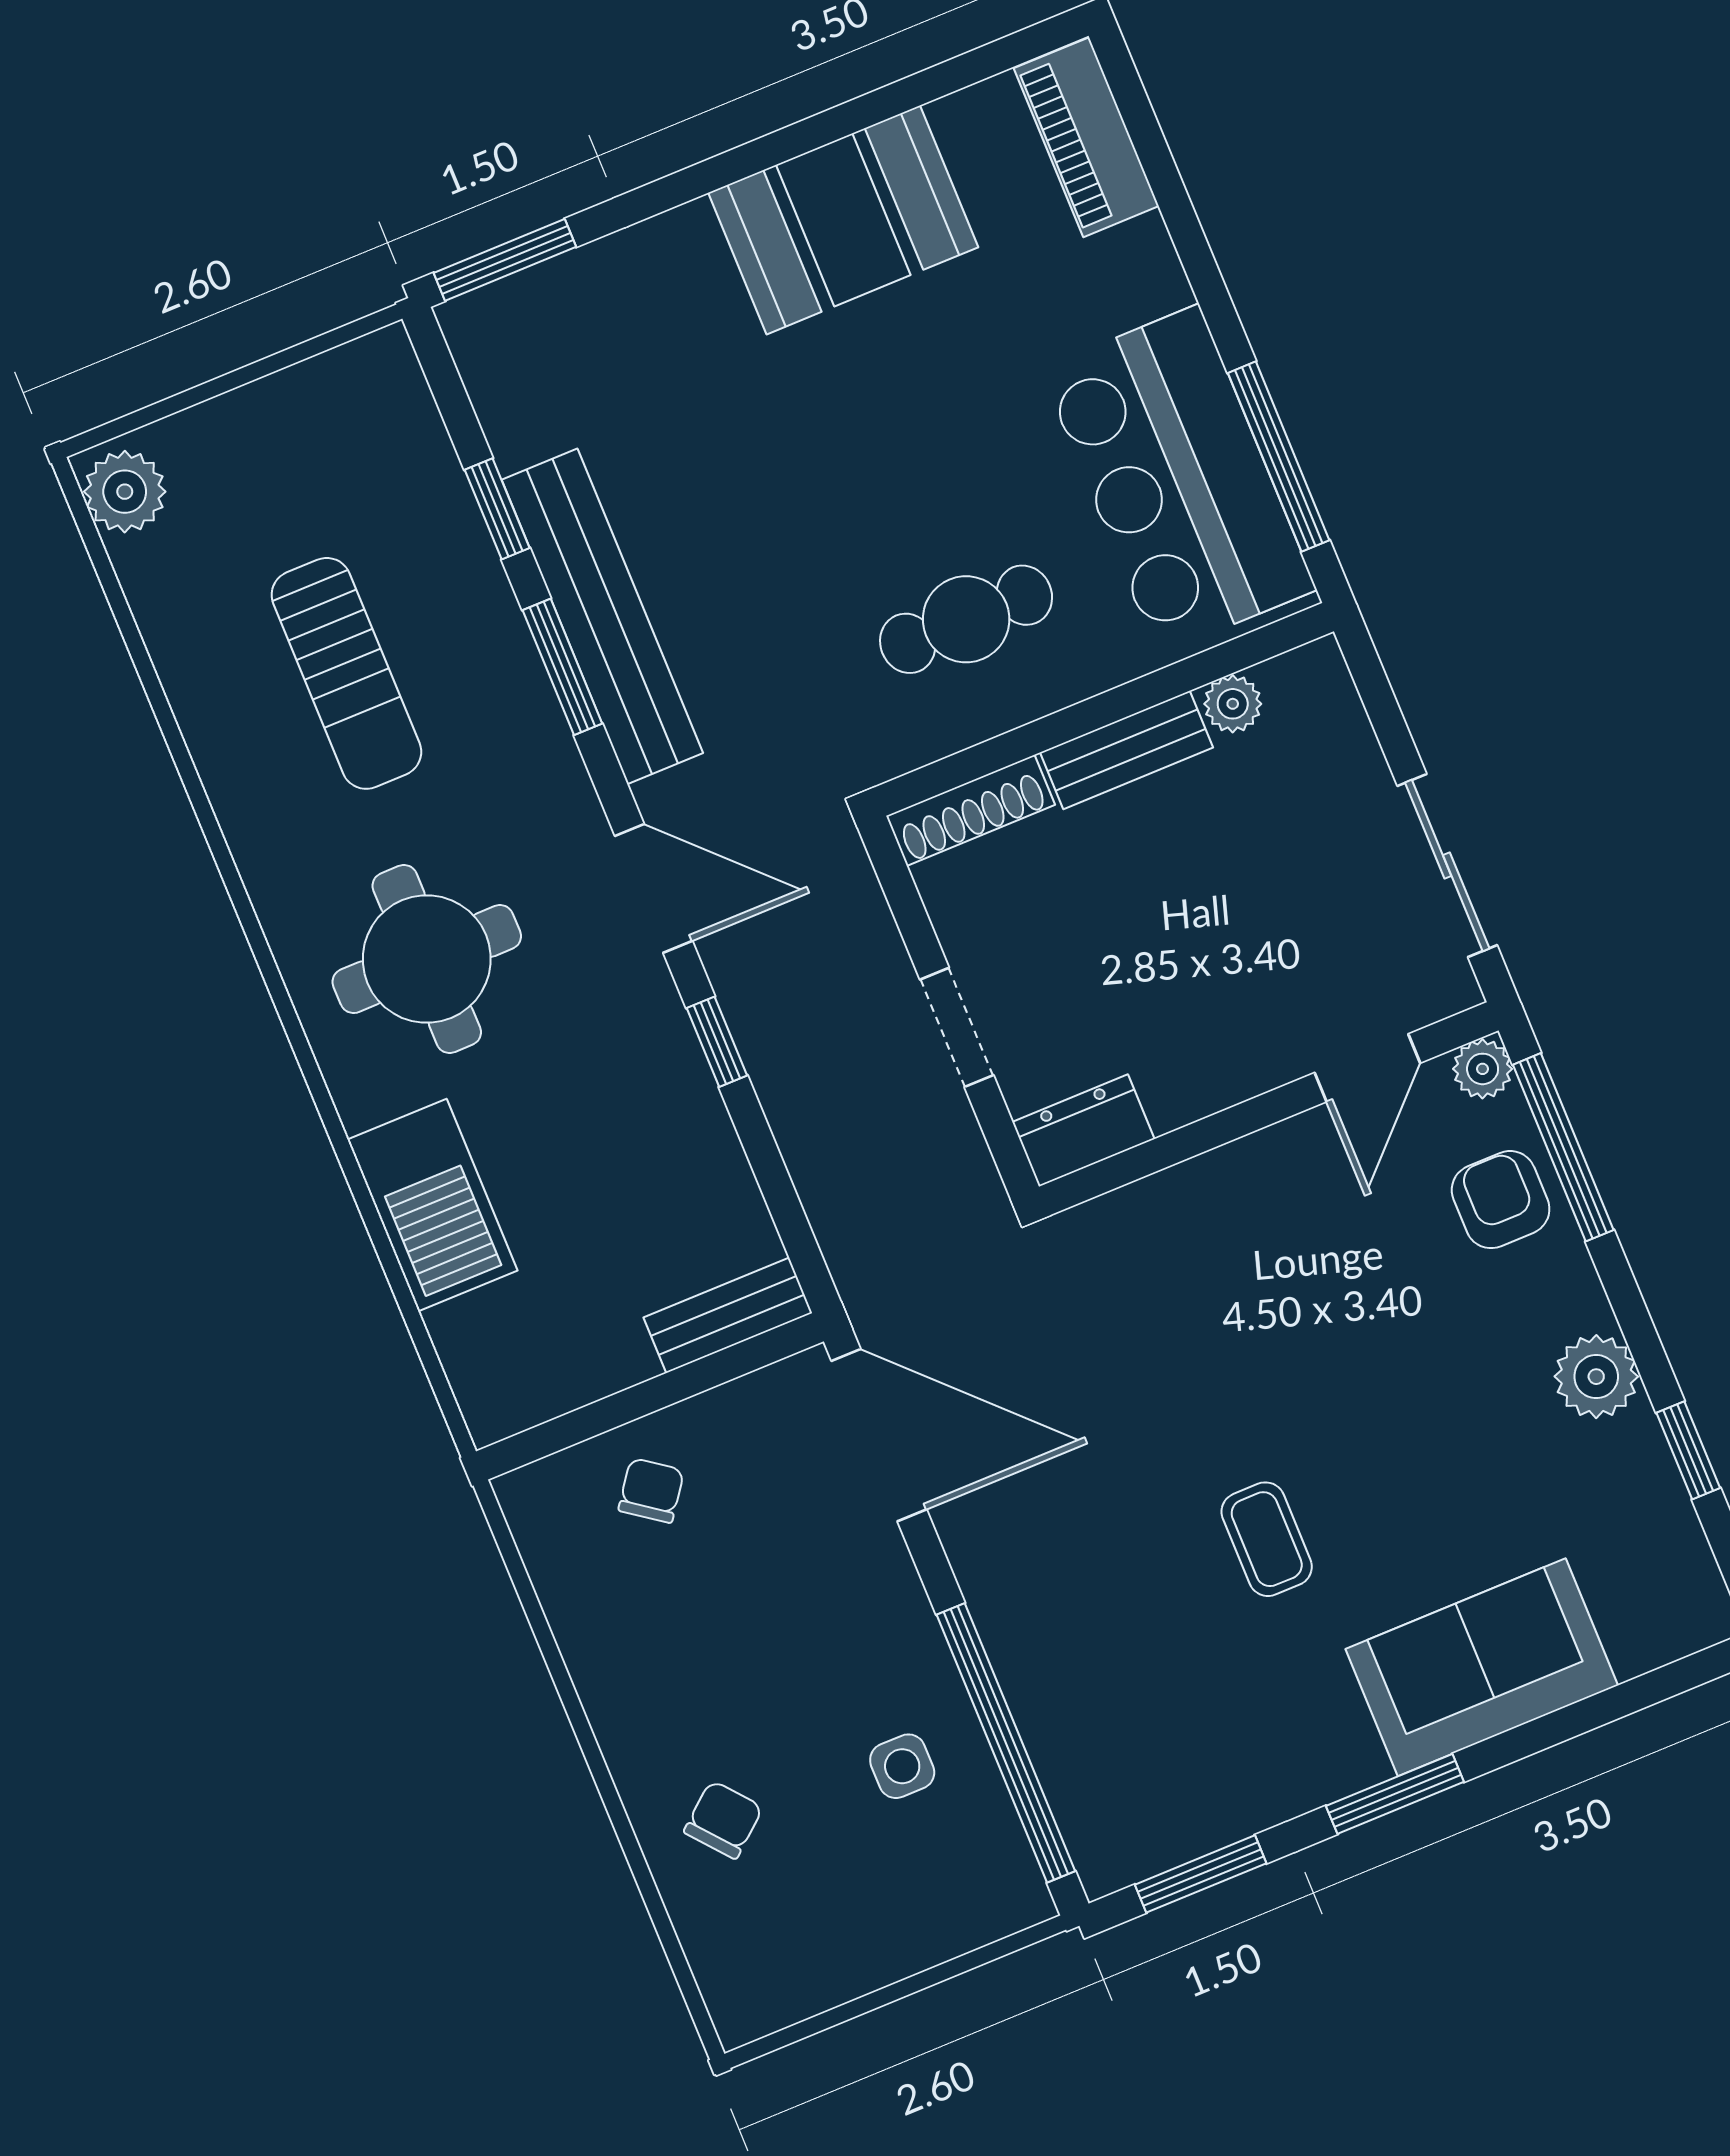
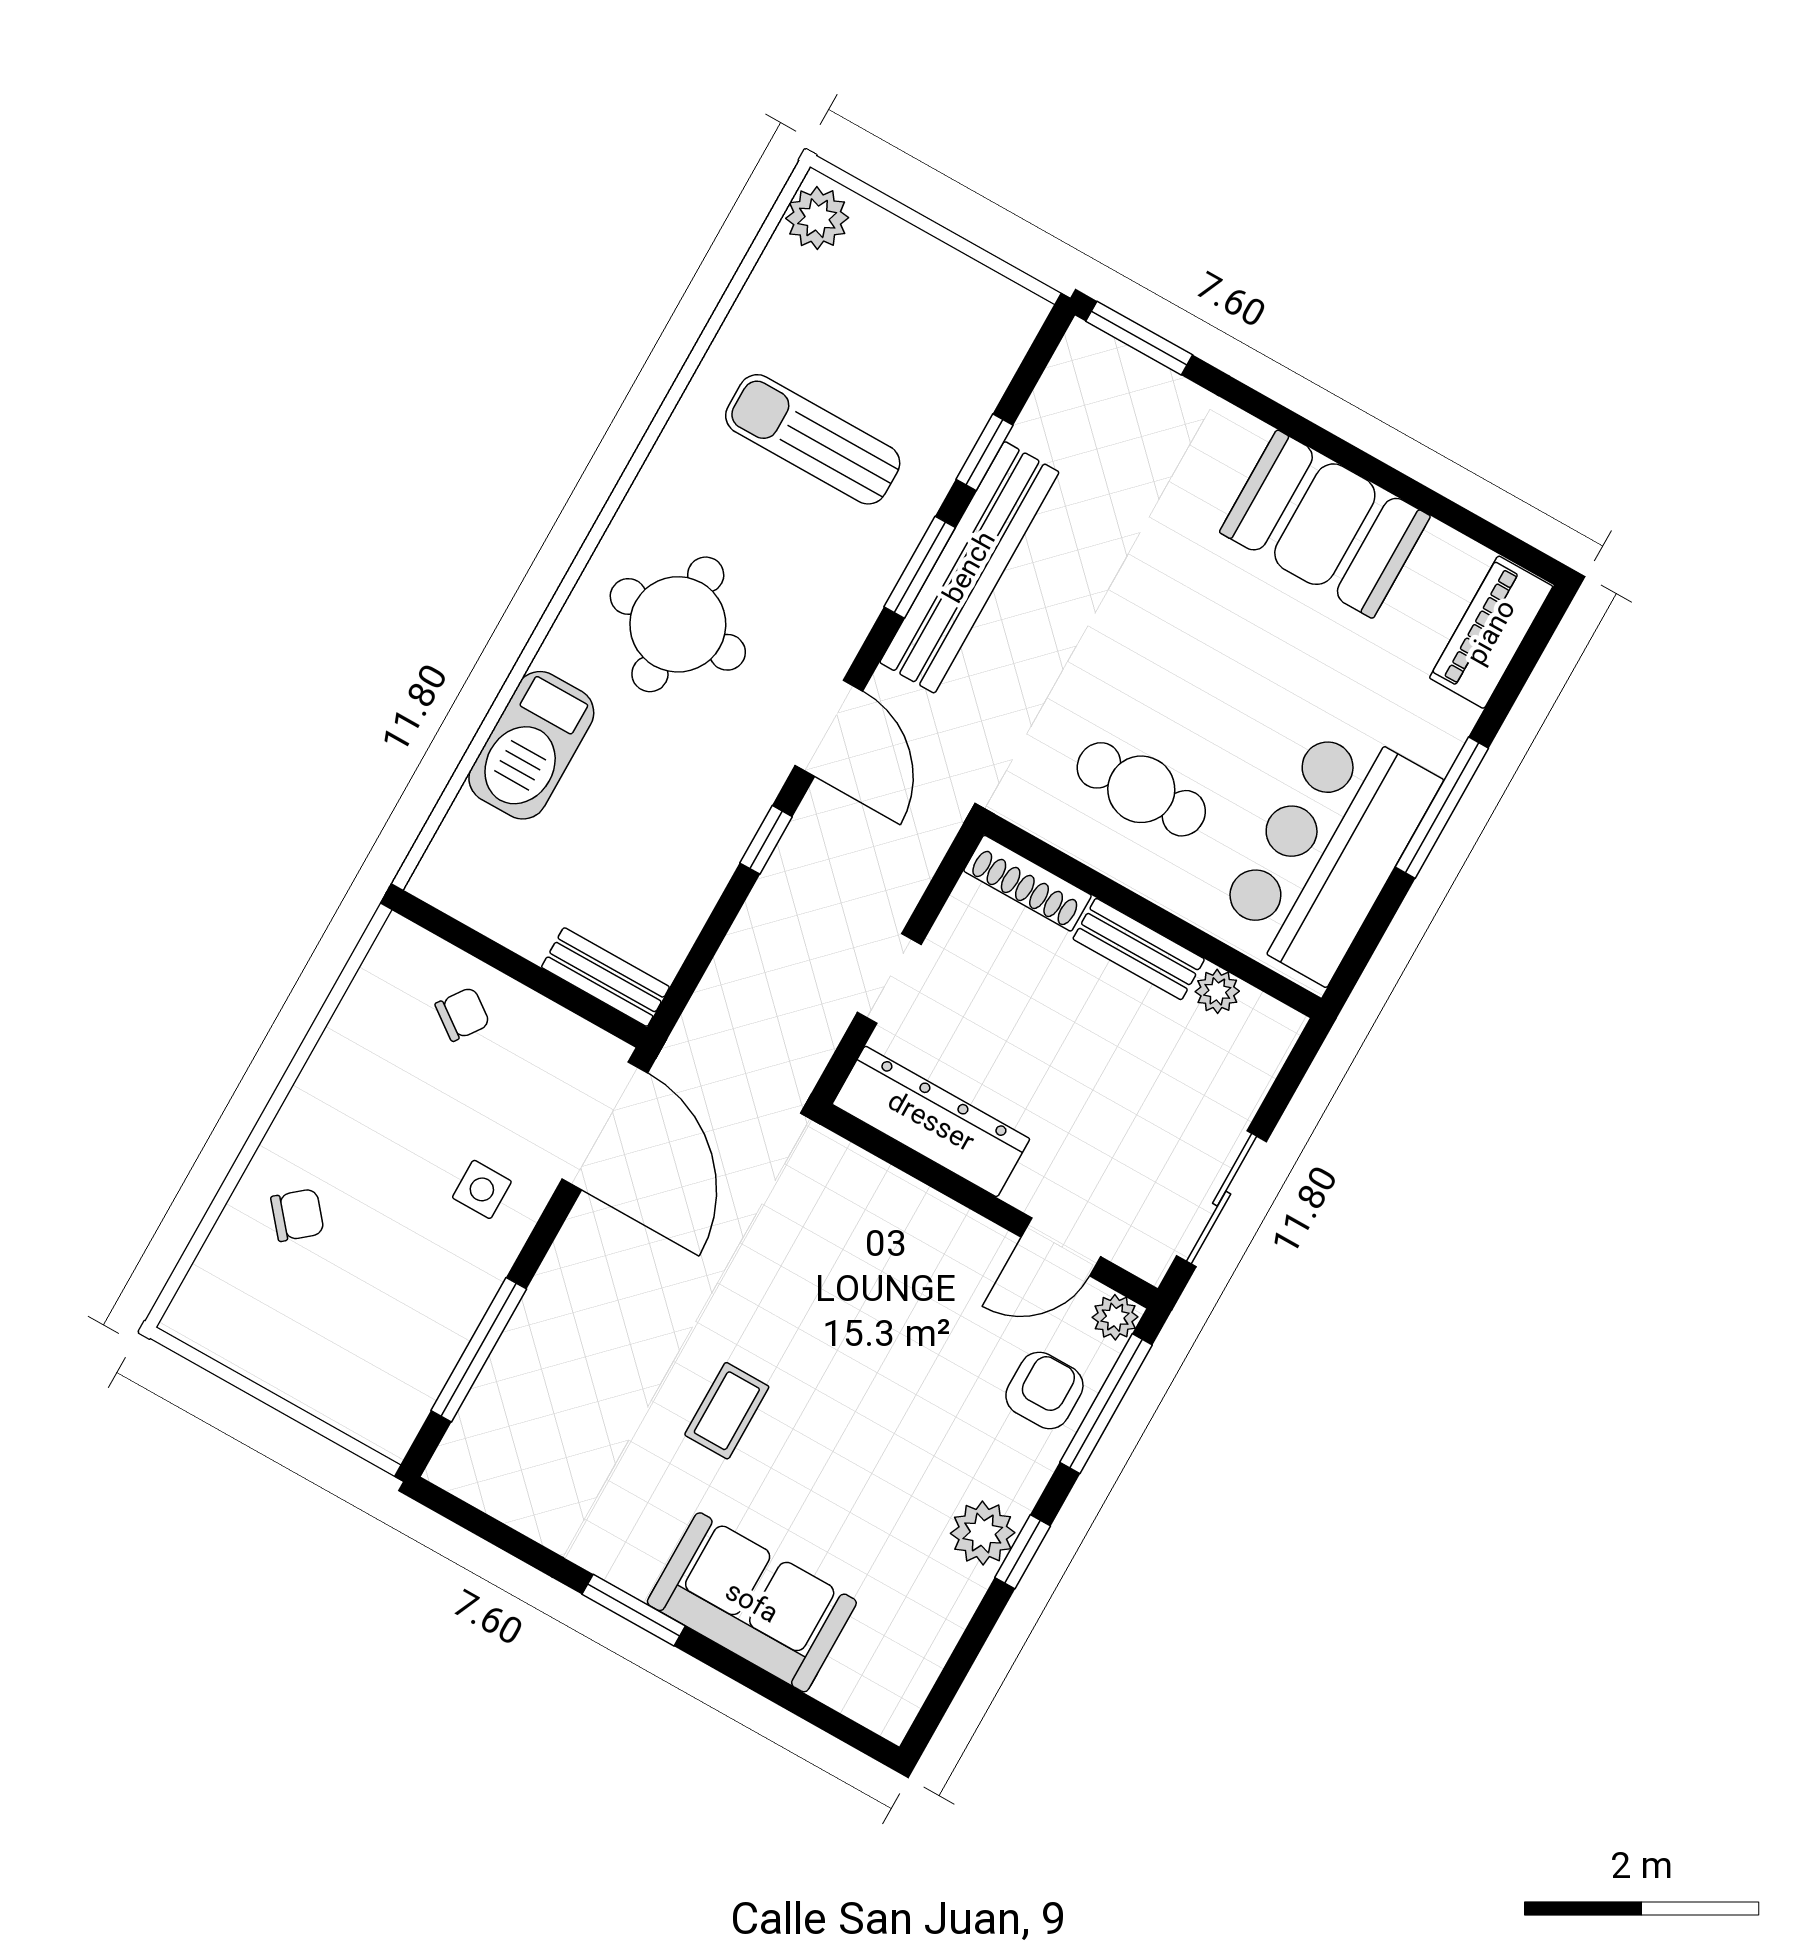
window: (1279, 457) -> (1442, 808), moved
sun lounger: (346, 673) -> (813, 439), turned 90
dresser: (1083, 1130) -> (931, 1121), width x1.96, depth x1.24
window: (1688, 1450) -> (1023, 1552), moved
window: (1006, 1743) -> (479, 1350), width x0.68
side table: (902, 1766) -> (482, 1189), moved
window: (1201, 1874) -> (492, 1531), removed

